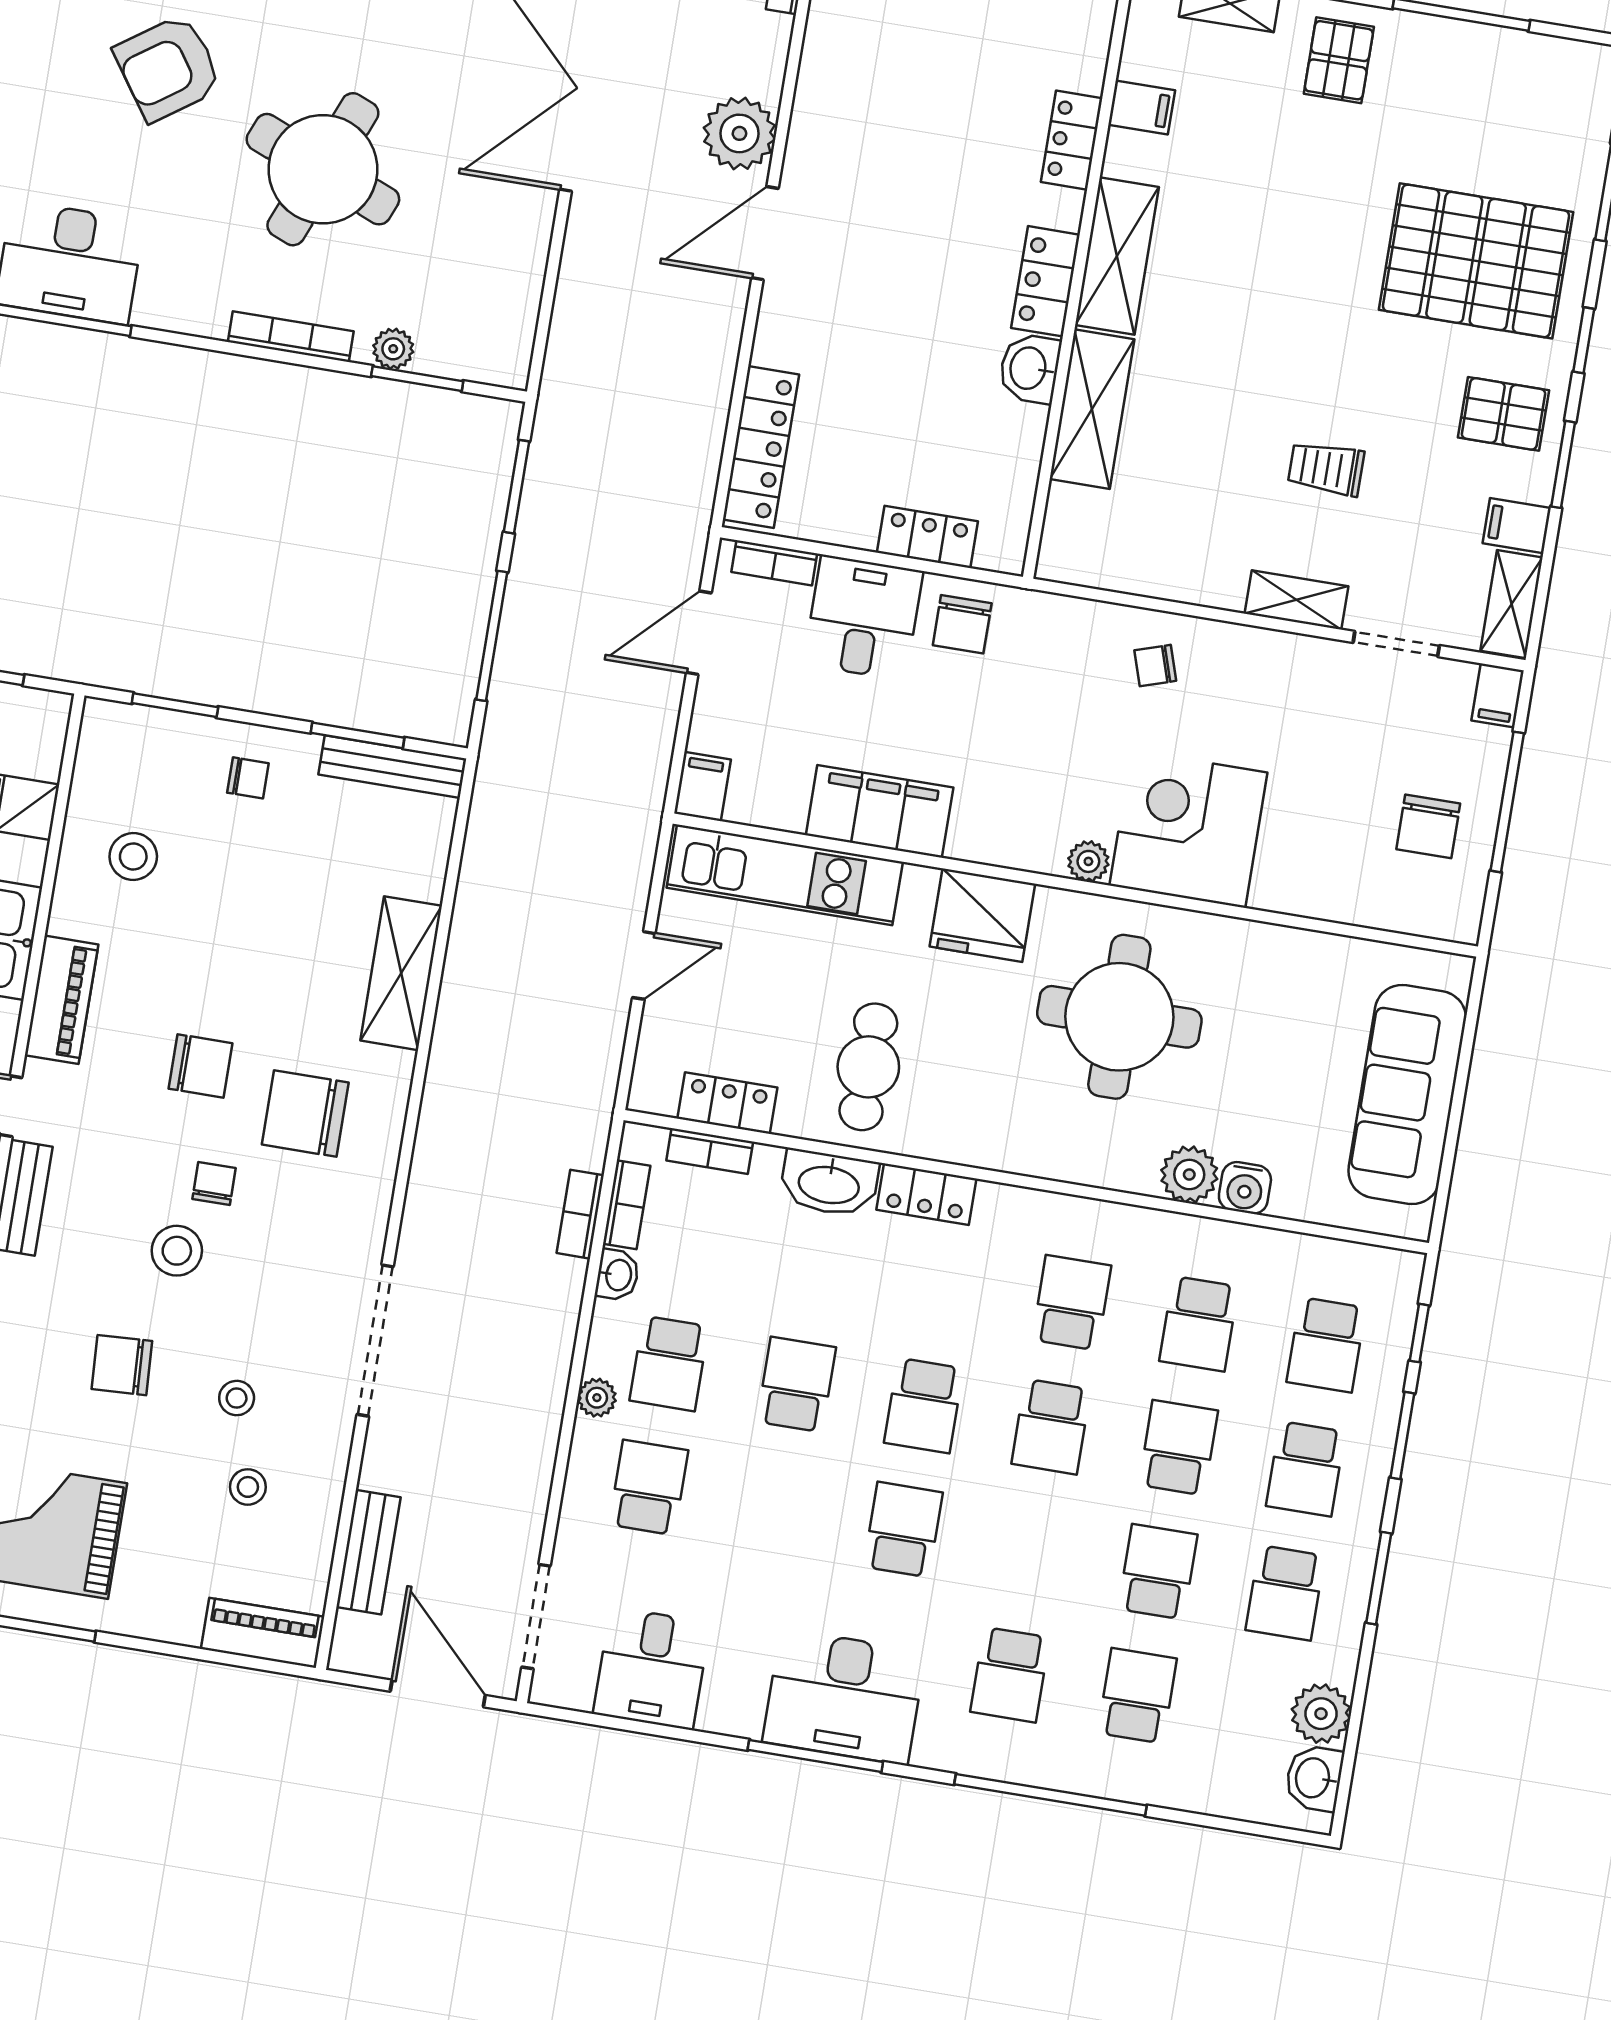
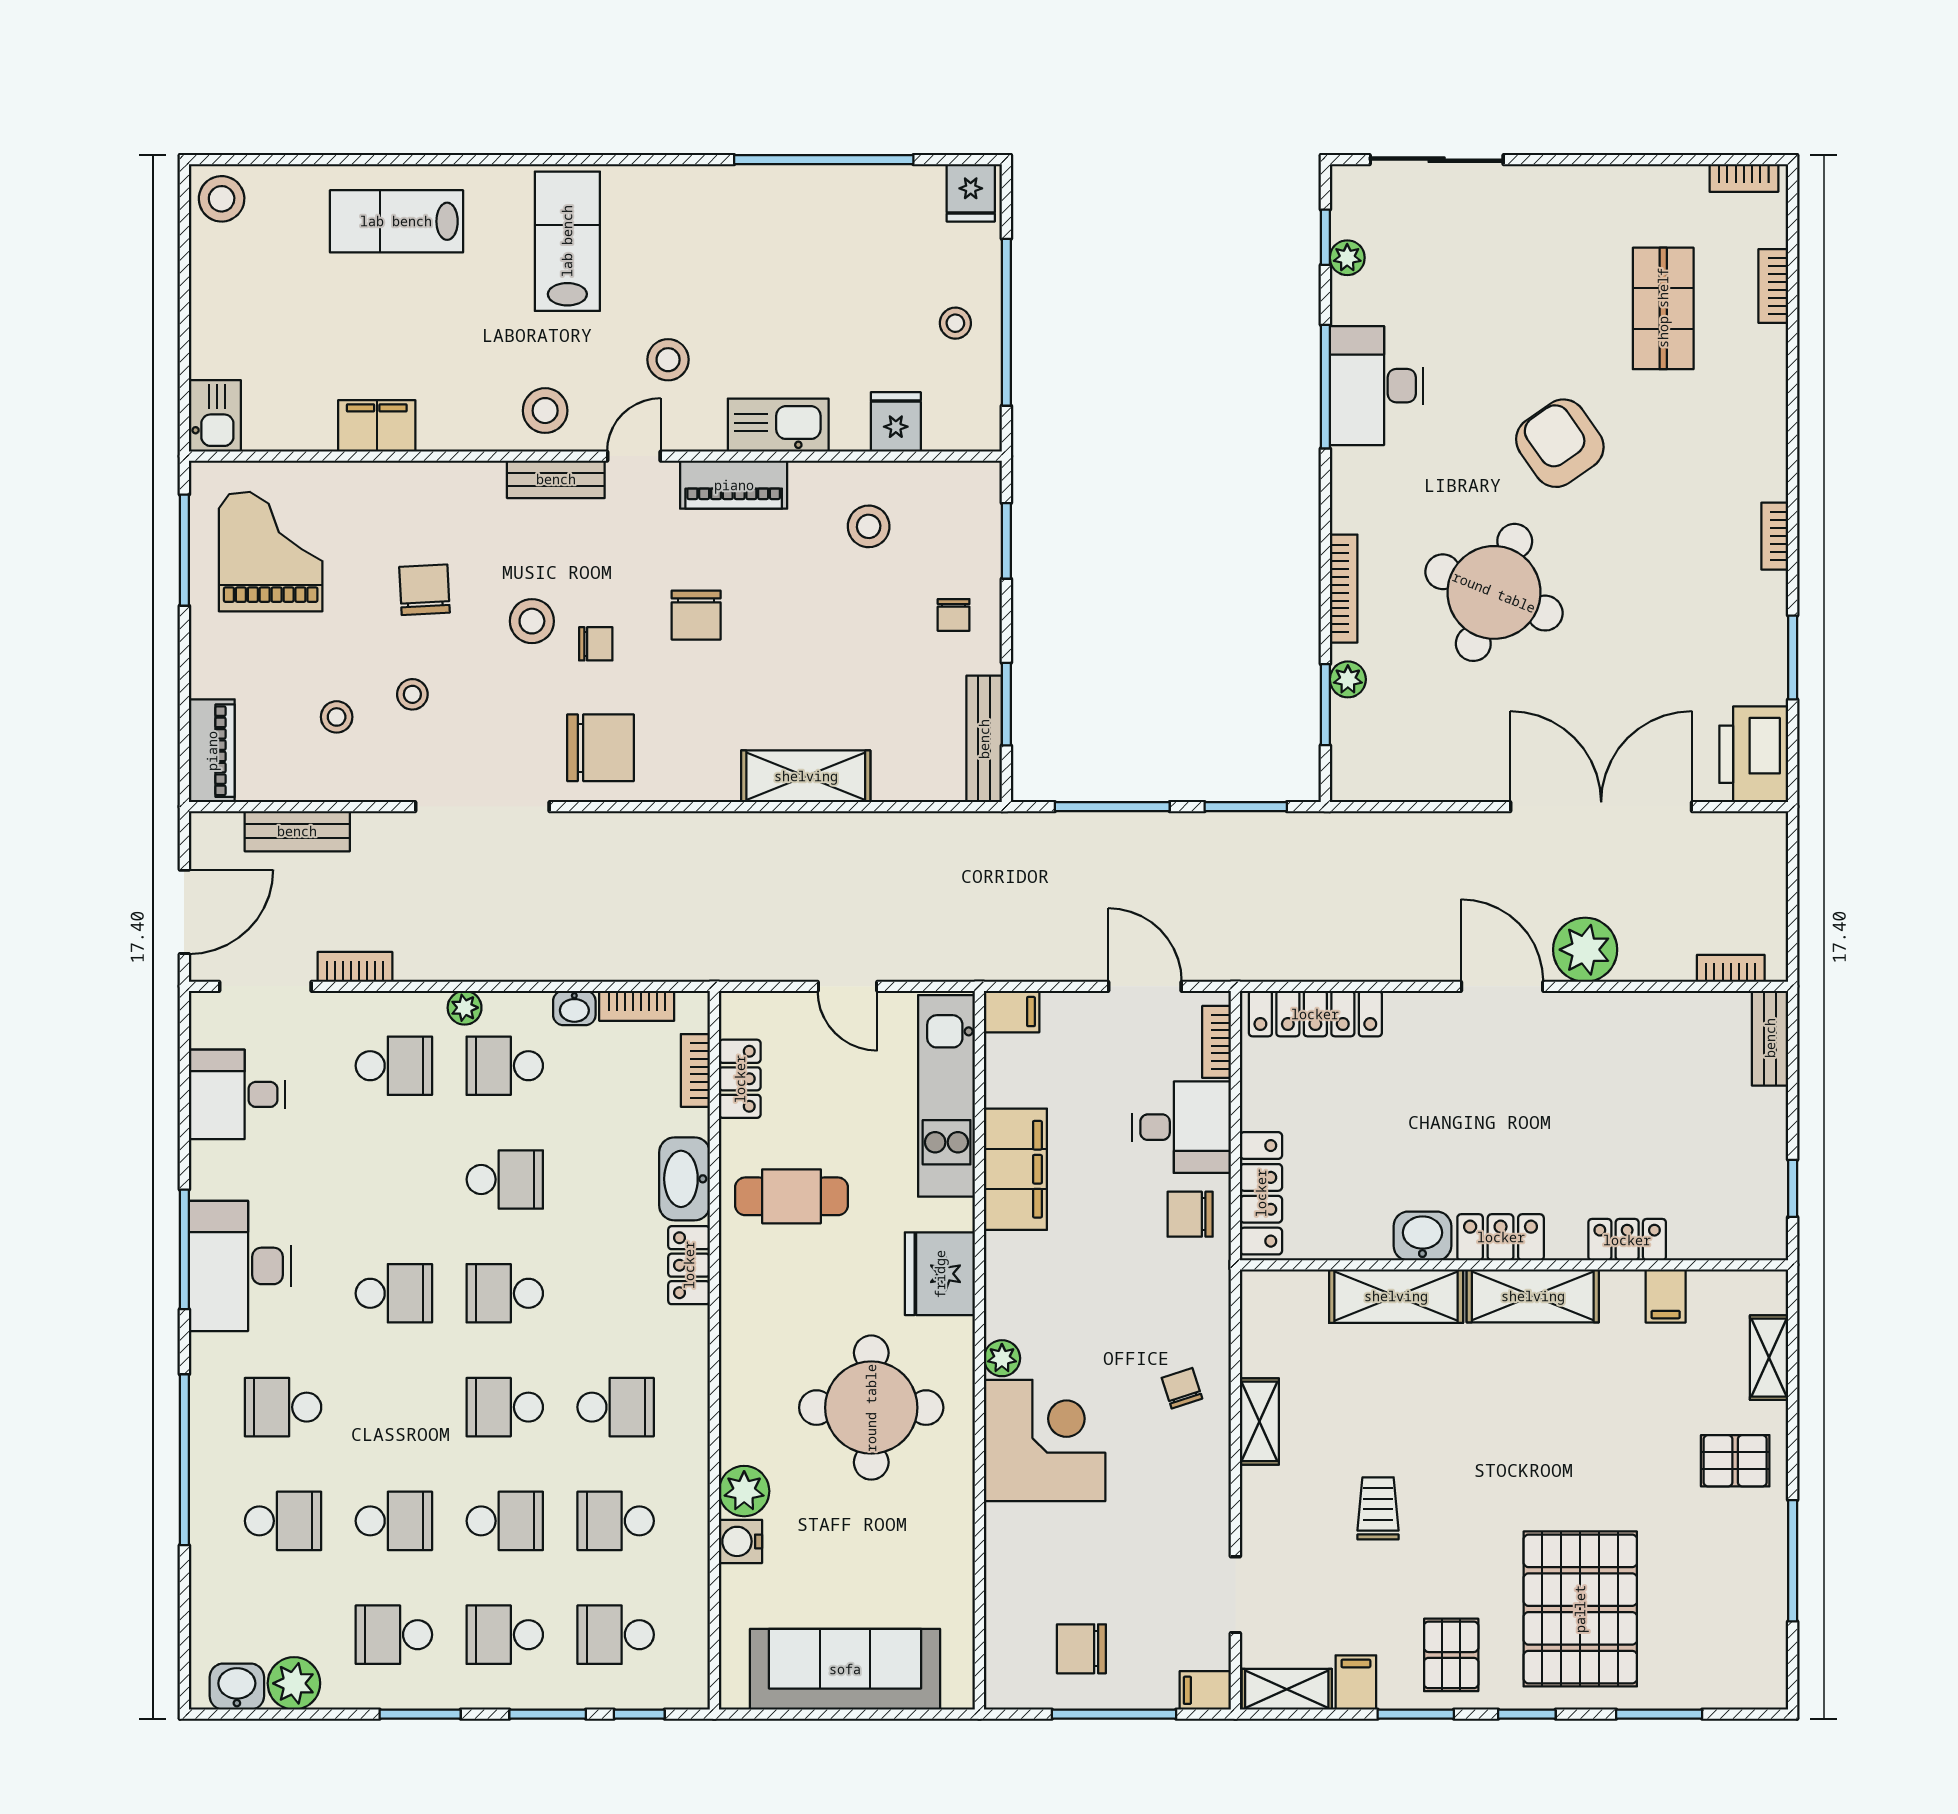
locker: (927, 537) -> (1261, 1193), width x1.53
shelving: (1296, 600) -> (1259, 1421), moved
chair: (305, 1114) -> (600, 748), moved, turned 90
bookcase: (580, 1214) -> (355, 967), moved

